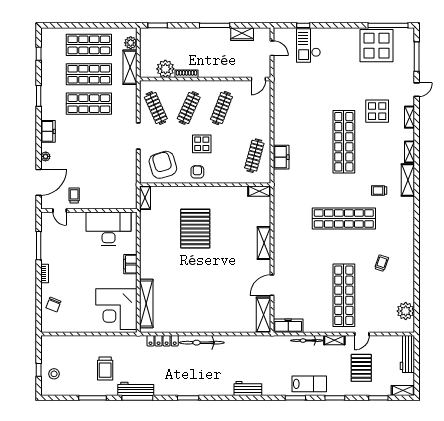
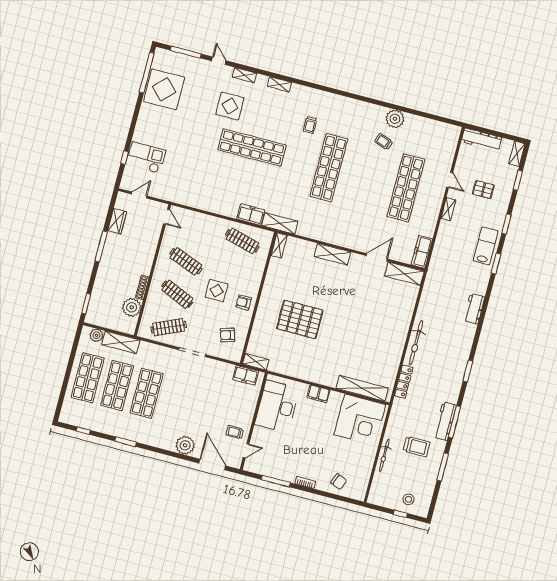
checkout: (308, 46) -> (146, 158), turned 180
freezer: (48, 131) -> (246, 375), moved, turned 180
plant: (46, 156) -> (185, 445), width x1.88, depth x1.88
armchair: (163, 165) -> (227, 335), width x0.53, depth x0.53
shelving: (408, 180) -> (280, 223), moved
door: (272, 285) -> (377, 257), swing flipped
shop shelf: (344, 295) -> (406, 188), turned 90
plant: (406, 311) -> (395, 119), moved
bicycle: (307, 341) -> (384, 455), moved
pallet: (361, 368) -> (483, 190), width x0.67, depth x0.71

